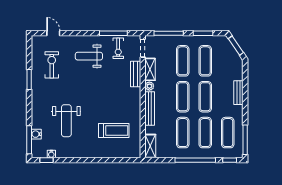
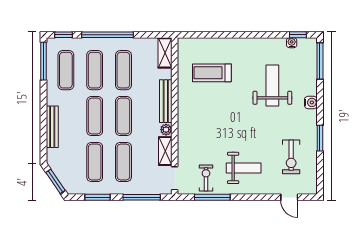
bench: (136, 74) -> (184, 145), removed
bench: (238, 93) -> (52, 127), width x1.36
water cooler: (36, 134) -> (311, 102), moved

